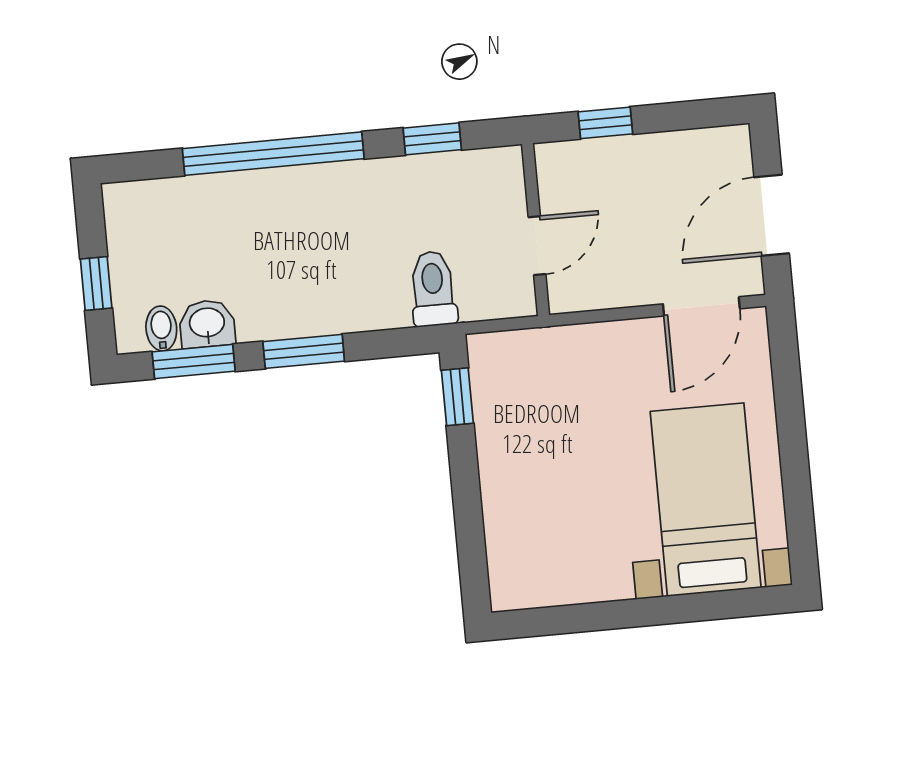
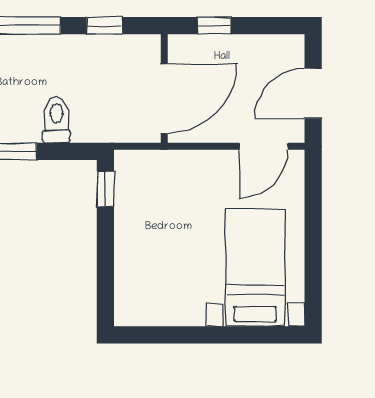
door: (537, 246) -> (164, 99), width x1.88
toilet: (433, 289) -> (56, 120), moved

